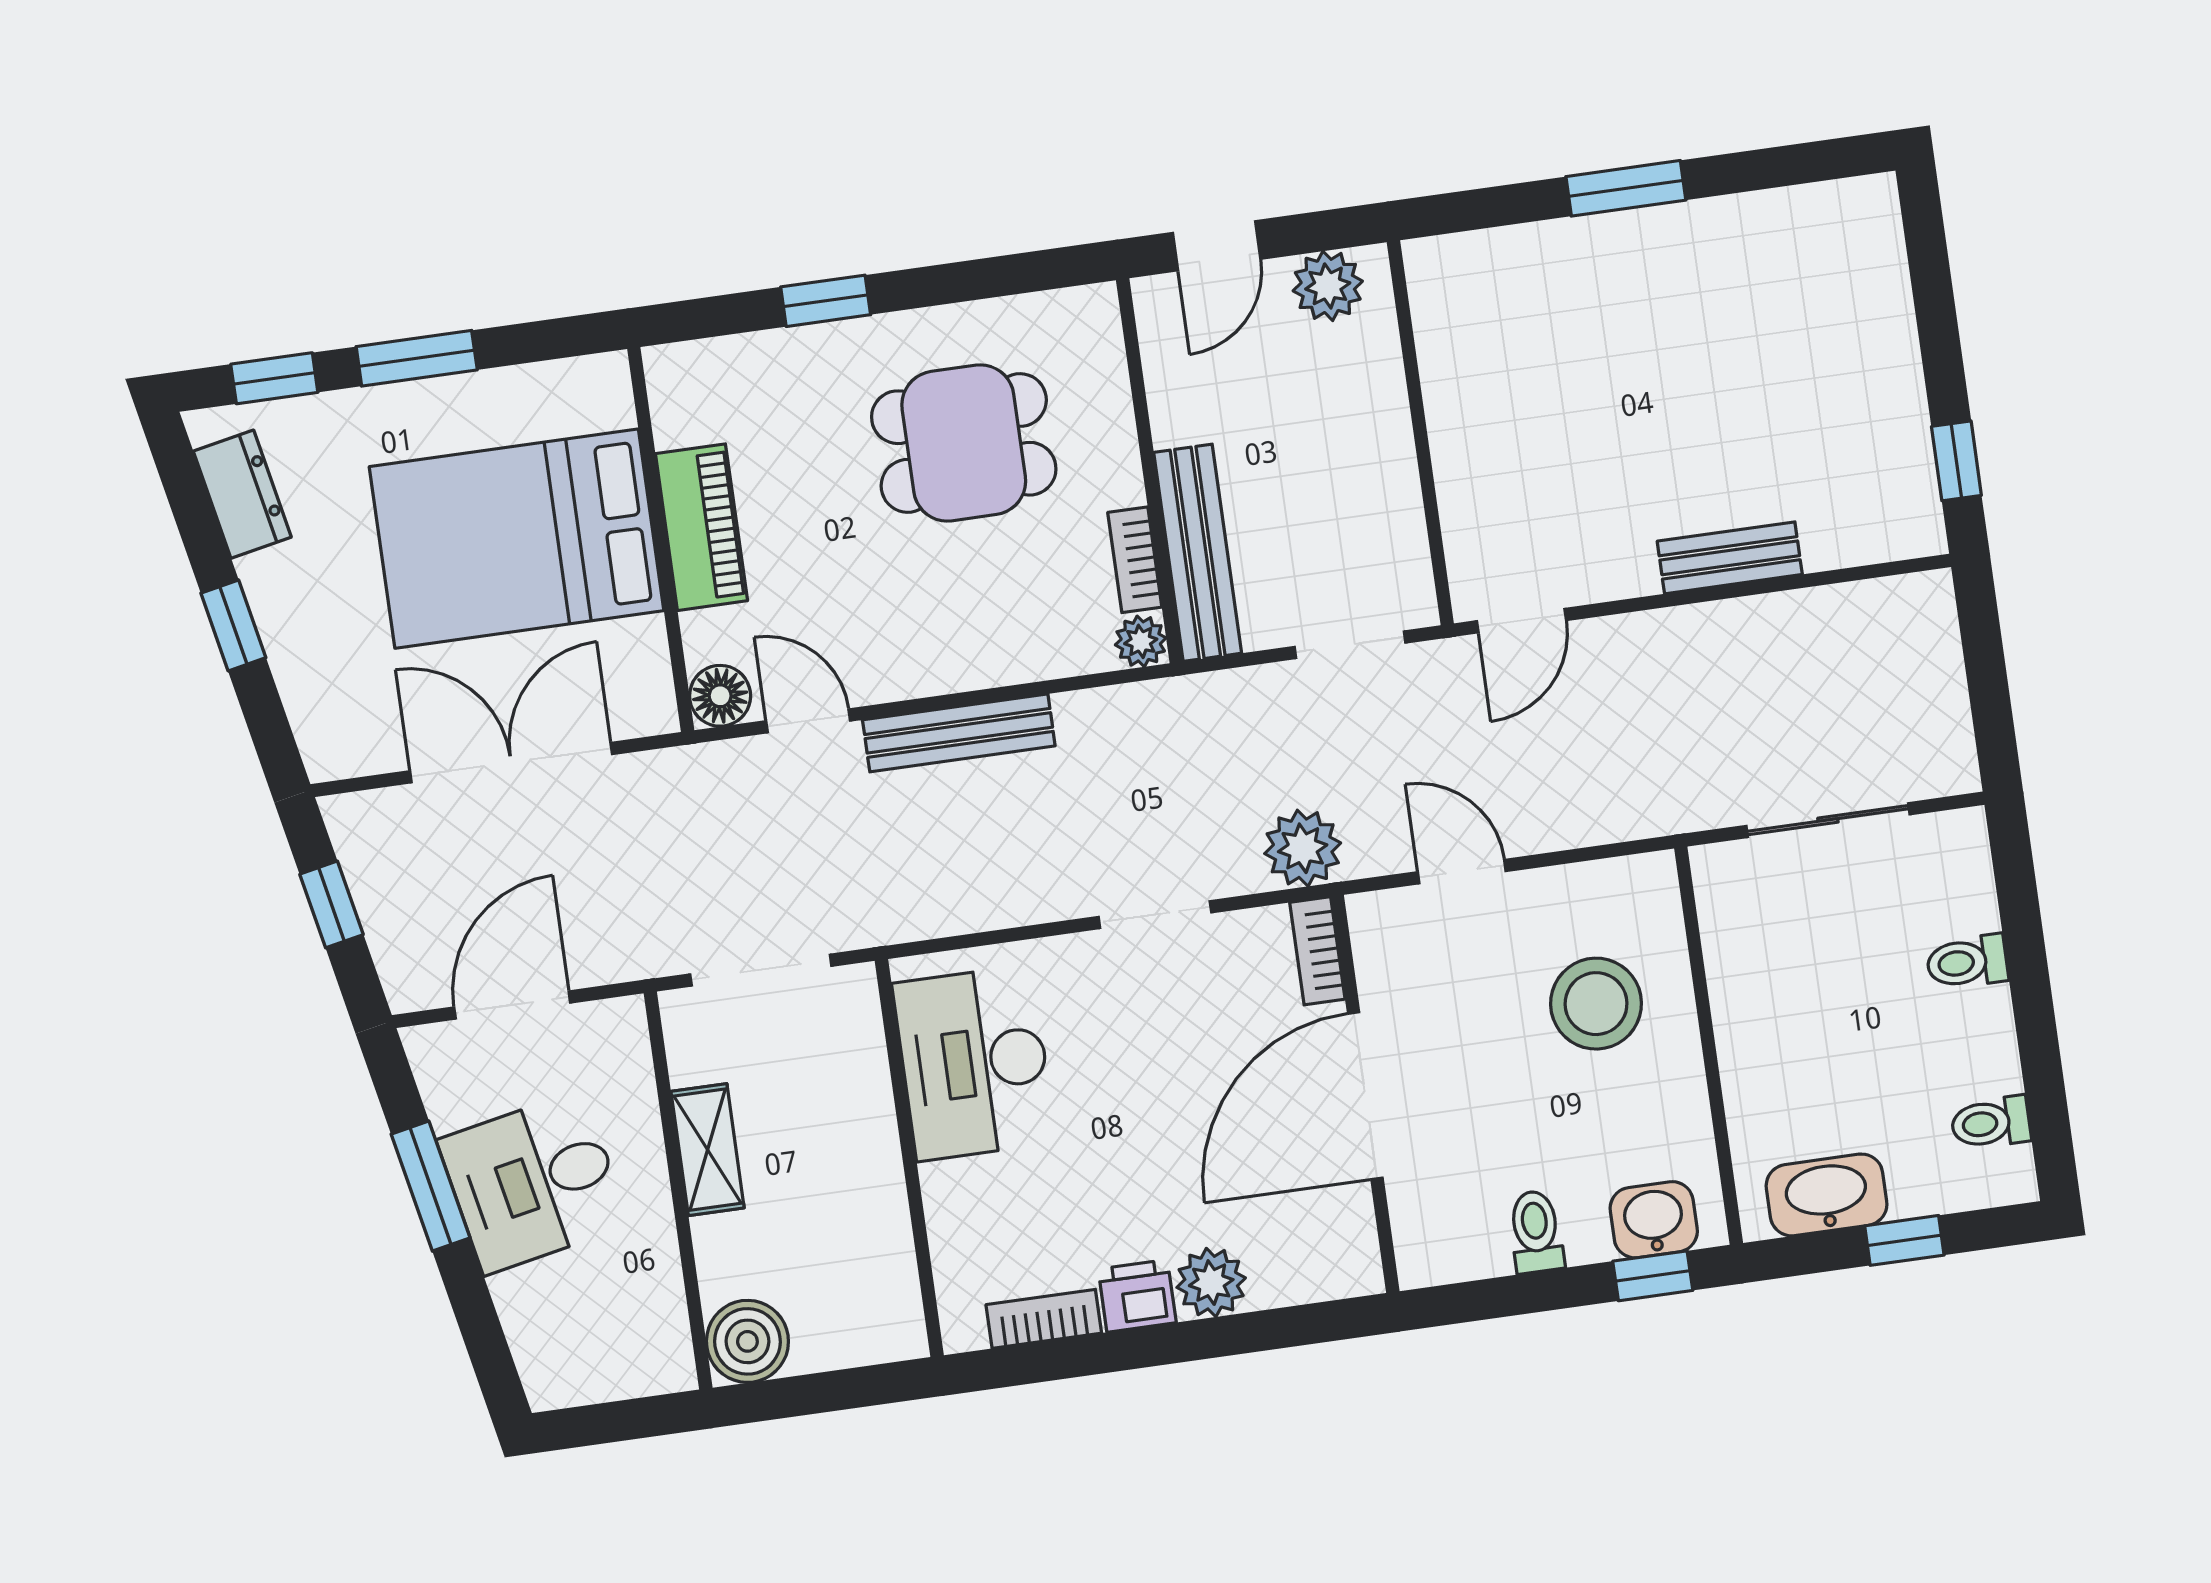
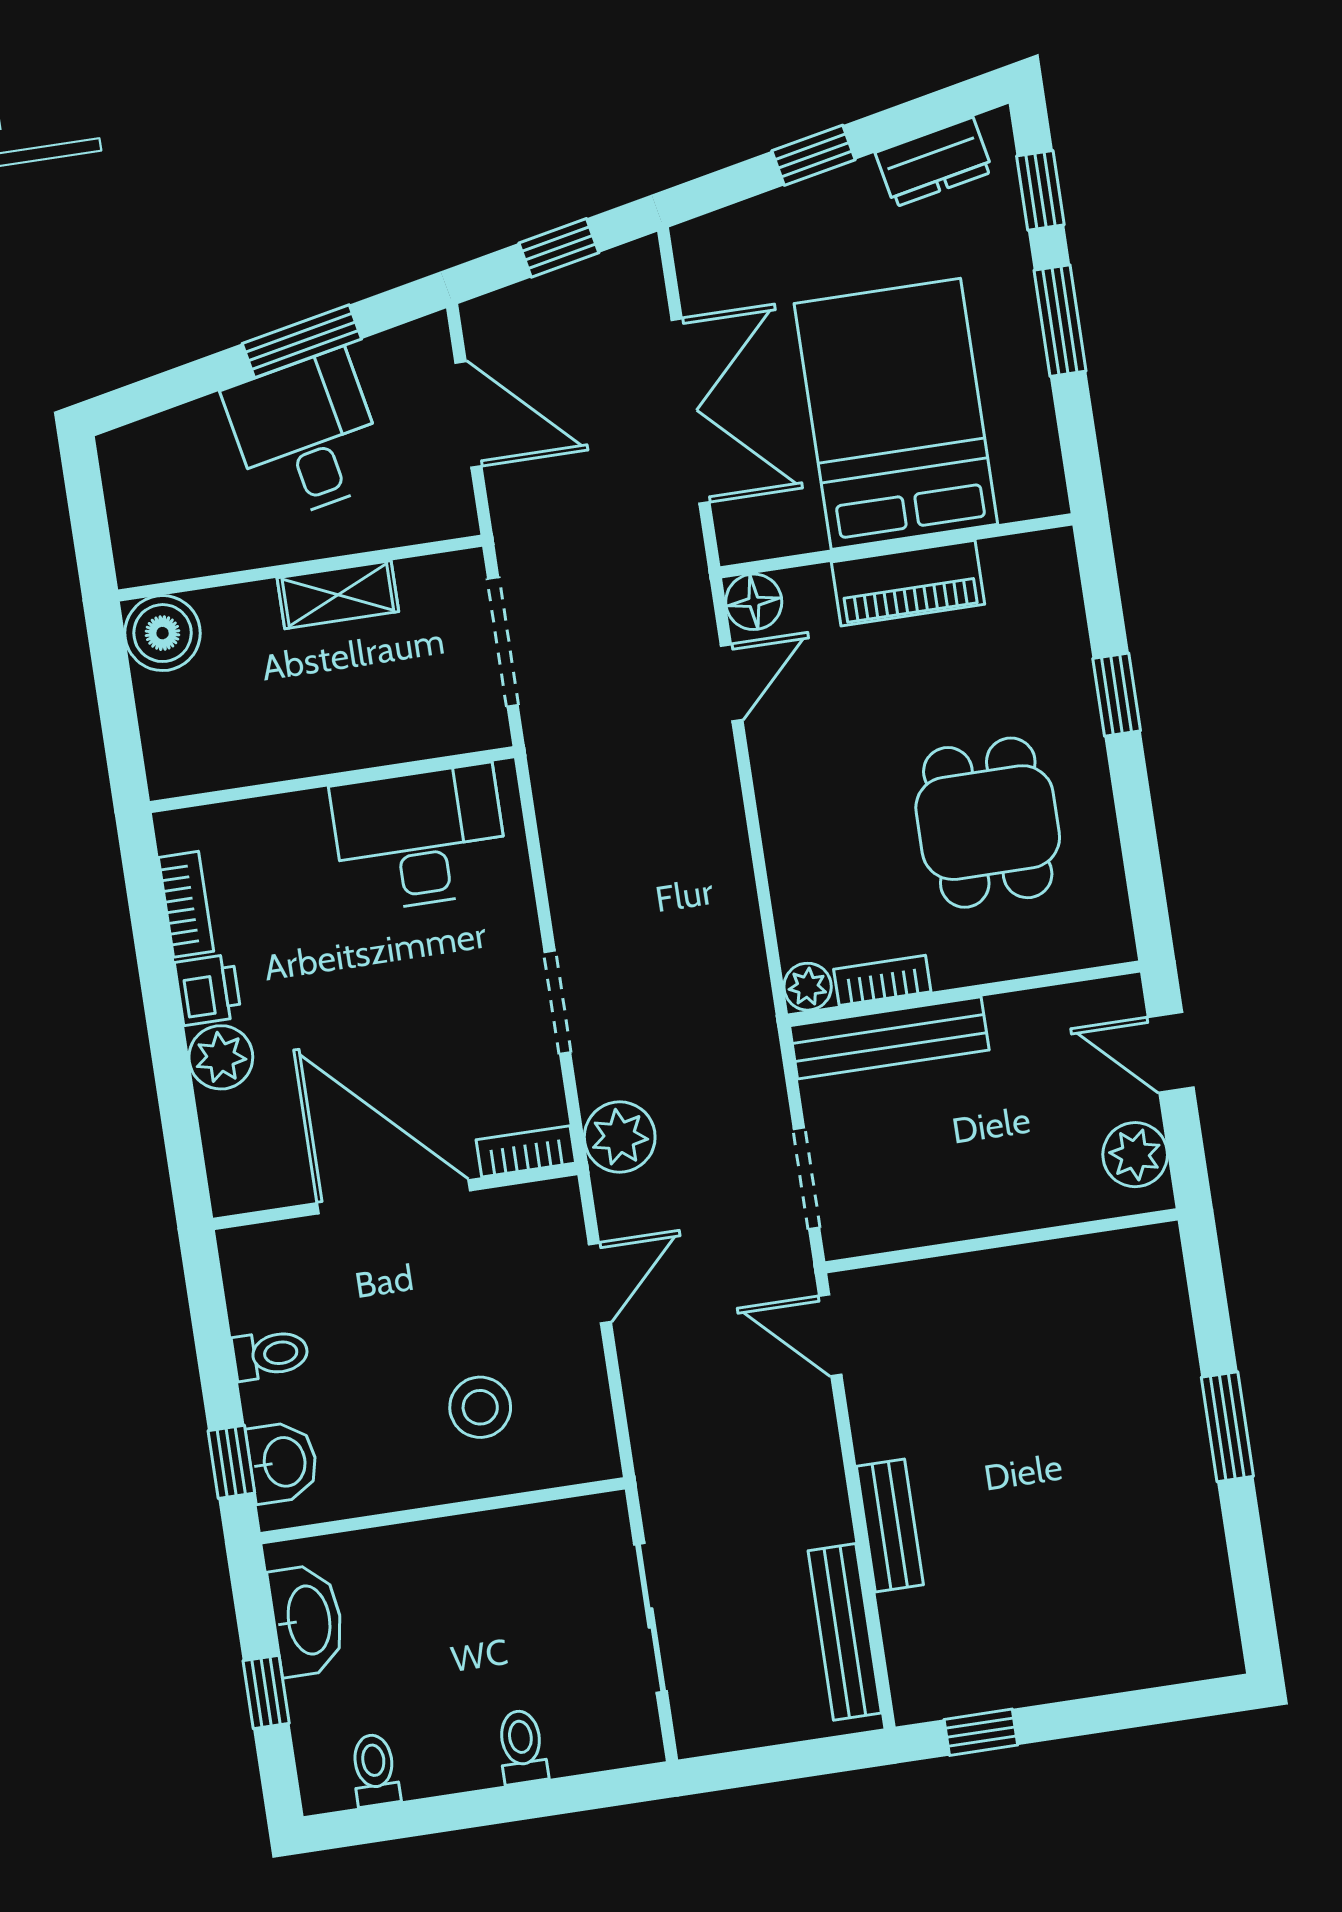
bench: (959, 733) -> (845, 1632), moved
stool: (1596, 1004) -> (480, 1407), width x0.73, depth x0.73

